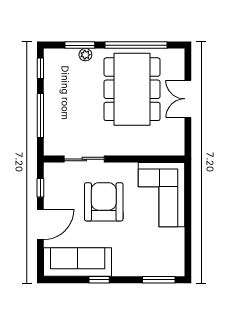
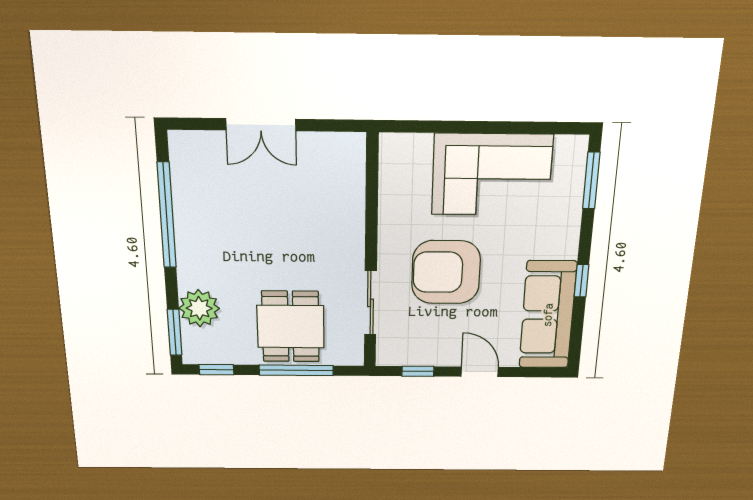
window: (80, 45) -> (175, 332), moved
plant: (85, 55) -> (199, 308), width x1.87, depth x1.87
dining table: (132, 89) -> (291, 327), moved, width x0.53, depth x0.80
corner sofa: (161, 195) -> (492, 175), moved
door: (40, 224) -> (480, 372), width x0.73

